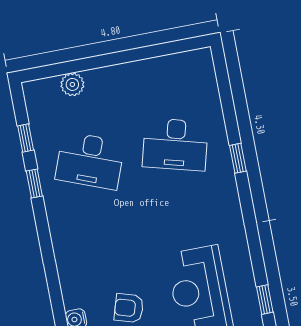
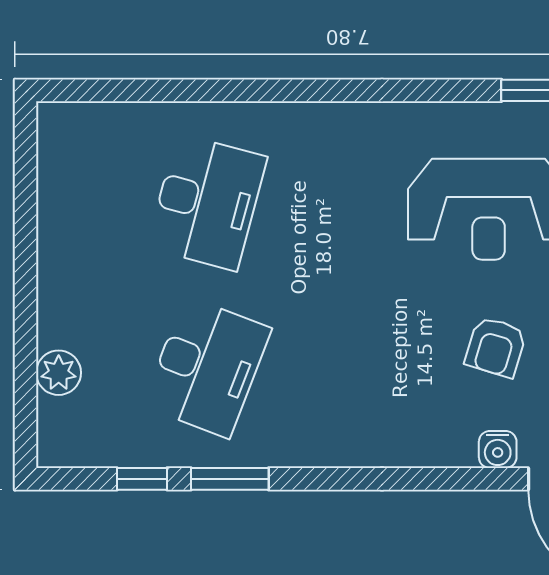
window: (238, 158) -> (255, 90), removed
window: (34, 184) -> (230, 479), width x1.50

